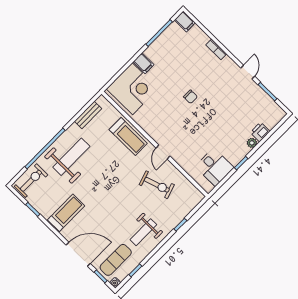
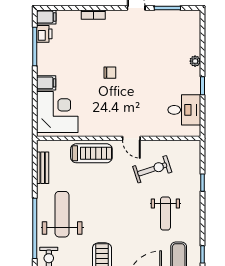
printer: (260, 132) -> (44, 34), moved, turned 180
weight bench: (143, 232) -> (165, 214), moved

